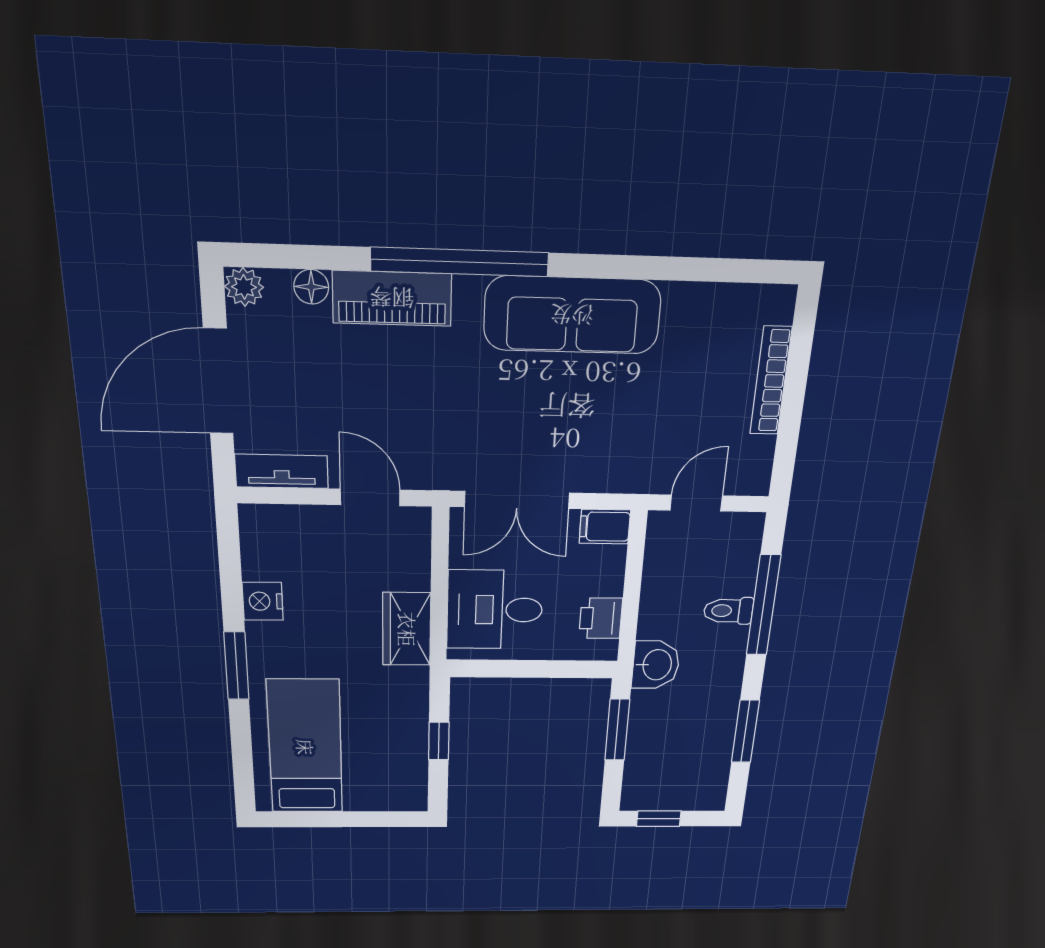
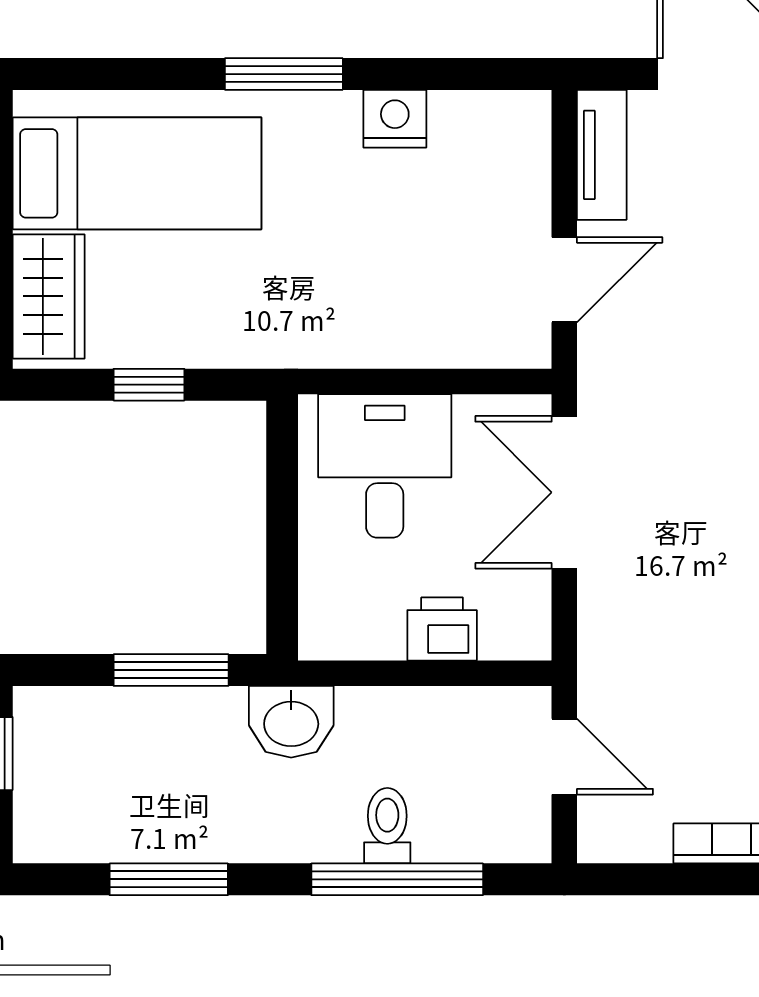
filing cabinet: (605, 527) -> (524, 624), removed
printer: (601, 618) -> (442, 629), moved
wardrobe: (407, 629) -> (49, 296), moved, turned 90

